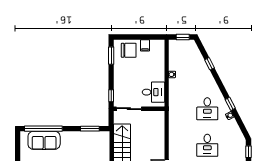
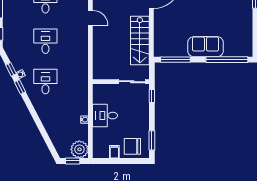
plant: (177, 47) -> (79, 149), added
window: (209, 64) -> (11, 69), moved
desk: (153, 92) -> (105, 116), moved
window: (90, 129) -> (175, 60), width x1.44
sofa: (44, 140) -> (206, 47), moved

